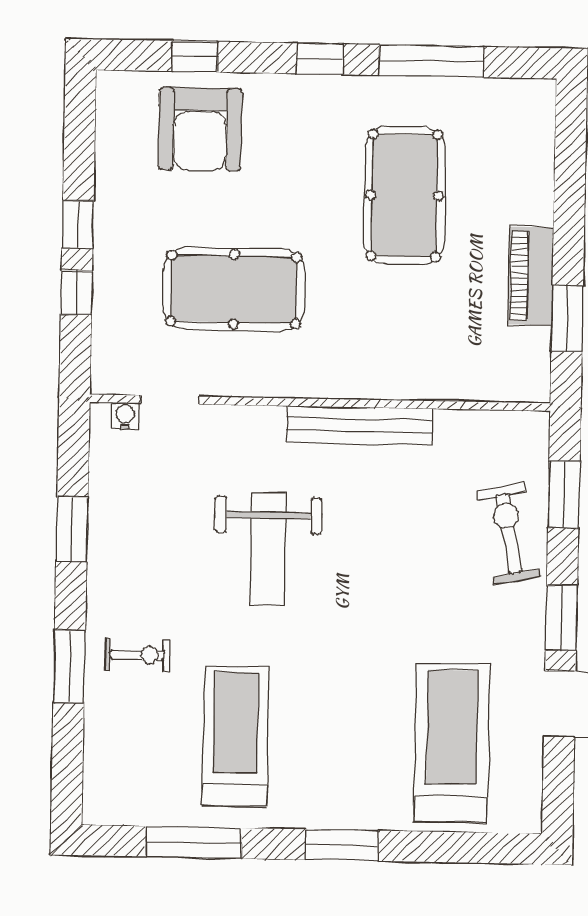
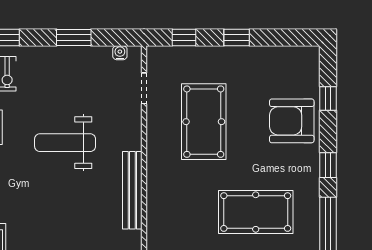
armchair: (200, 129) -> (292, 121), moved
window: (76, 293) -> (184, 38), moved
water cooler: (125, 416) -> (120, 53), moved, turned -90

